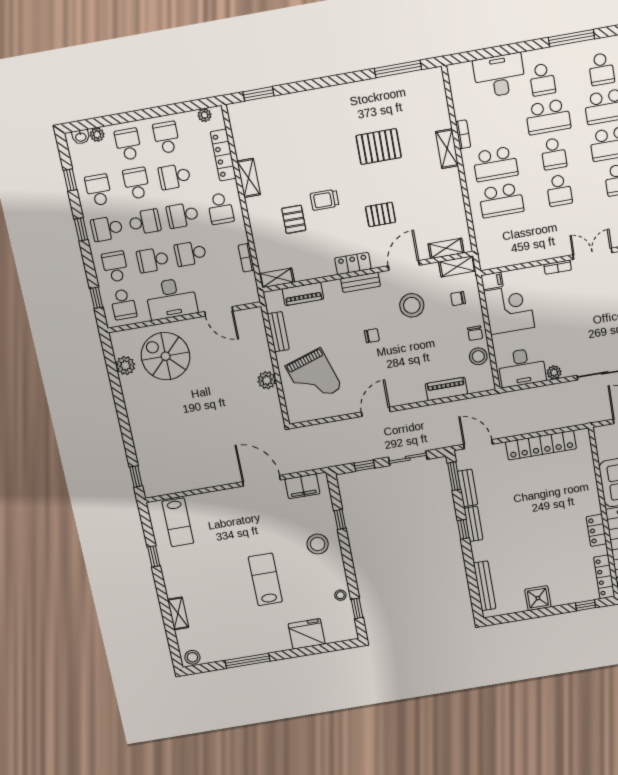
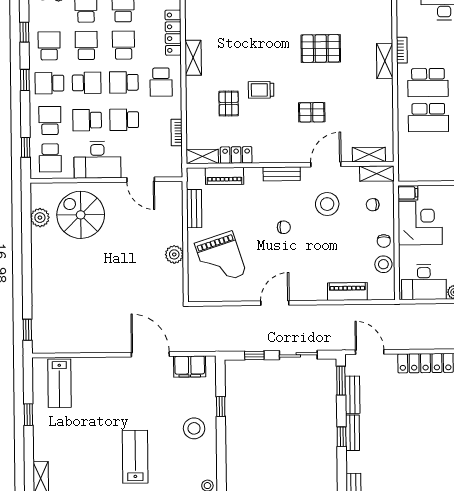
school desk: (175, 177) -> (123, 45), turned 90
locker: (353, 263) -> (236, 155), moved

